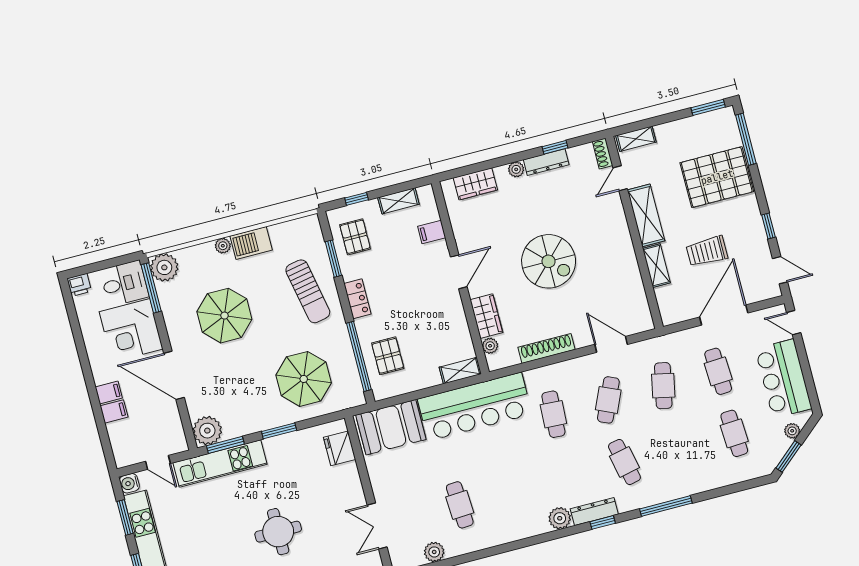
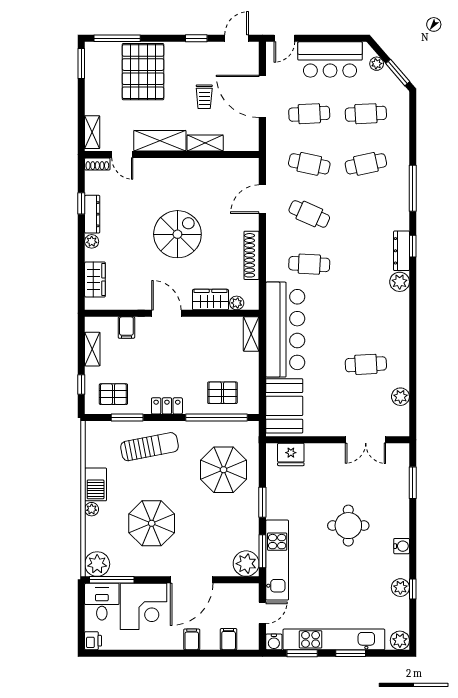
trolley: (707, 251) -> (204, 97), width x0.73, depth x0.72
filing cabinet: (114, 411) -> (229, 639), moved
cafe table: (624, 462) -> (366, 164), moved

